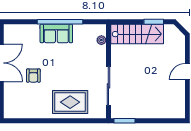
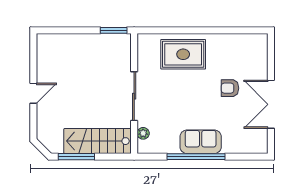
window: (154, 22) -> (76, 157), width x1.44
armchair: (33, 76) -> (230, 88), turned -90
sliding door: (108, 86) -> (134, 96), moved

